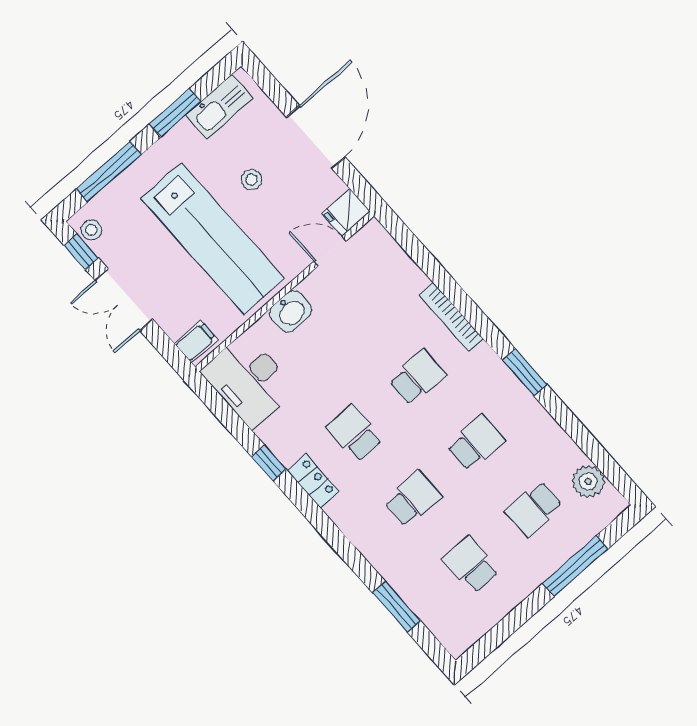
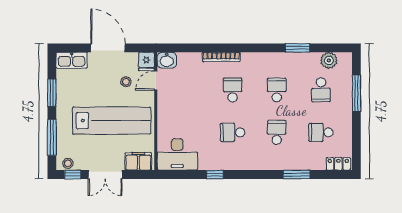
kitchen sink: (219, 107) -> (72, 60), moved, turned 90
stool: (252, 180) -> (126, 82), moved
washbasin: (291, 311) -> (167, 60), moved, turned 90
filing cabinet: (196, 342) -> (138, 161), width x2.00
window: (525, 372) -> (298, 48), moved
locker: (313, 481) -> (338, 164), moved
window: (396, 607) -> (297, 174), moved

